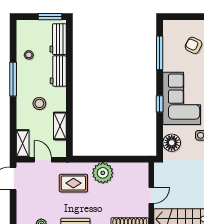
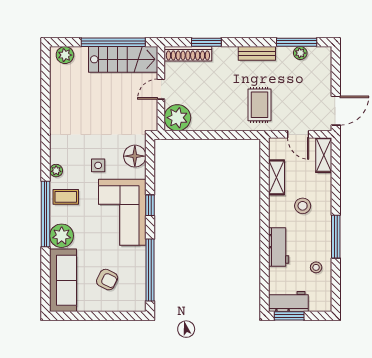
workbench: (58, 39) -> (288, 302), moved, turned -90
window: (160, 53) -> (150, 270), width x1.46
plant: (103, 173) -> (177, 118), moved
rug: (73, 183) -> (259, 105), turned 90

